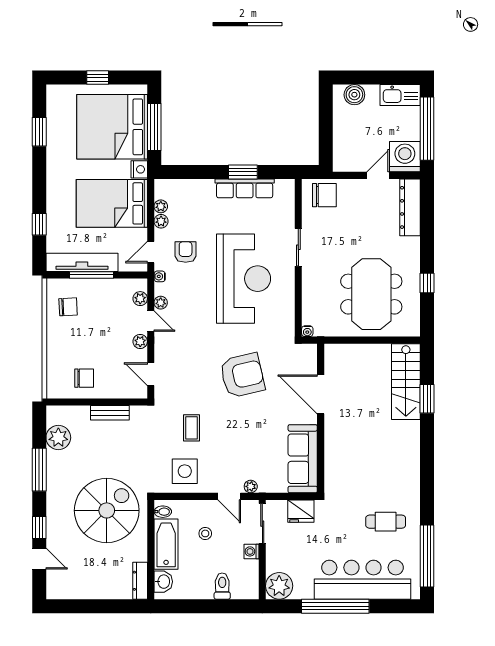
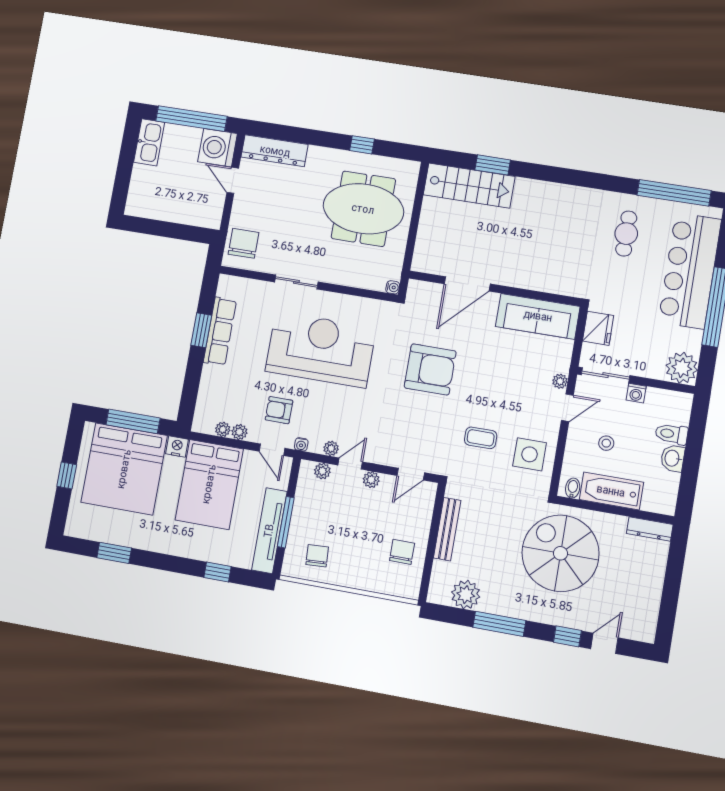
boiler: (354, 95) -> (139, 192), removed
armchair: (242, 375) -> (430, 369), turned 103
bench: (110, 413) -> (447, 529), width x1.36
washbasin: (163, 582) -> (673, 458), moved, turned -90

